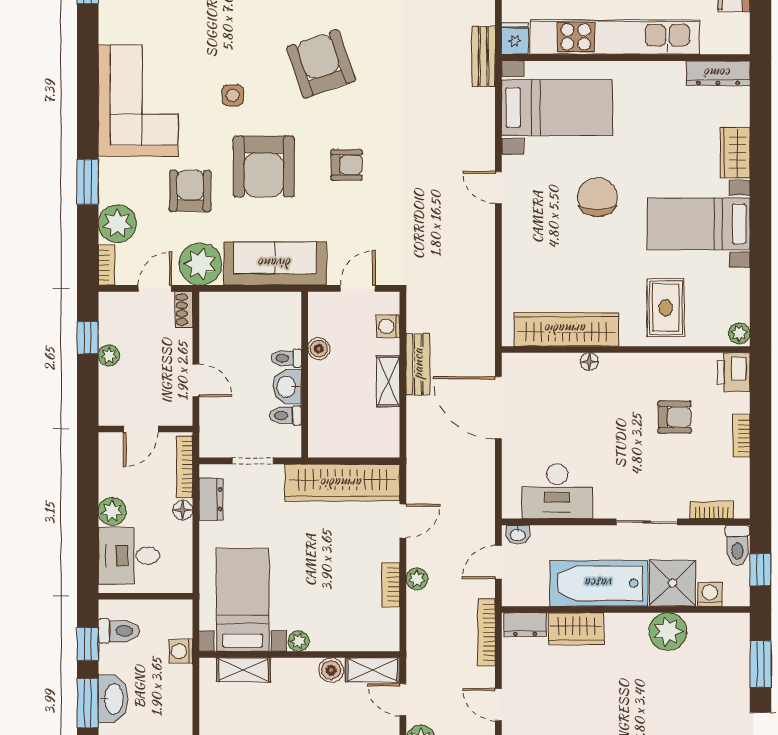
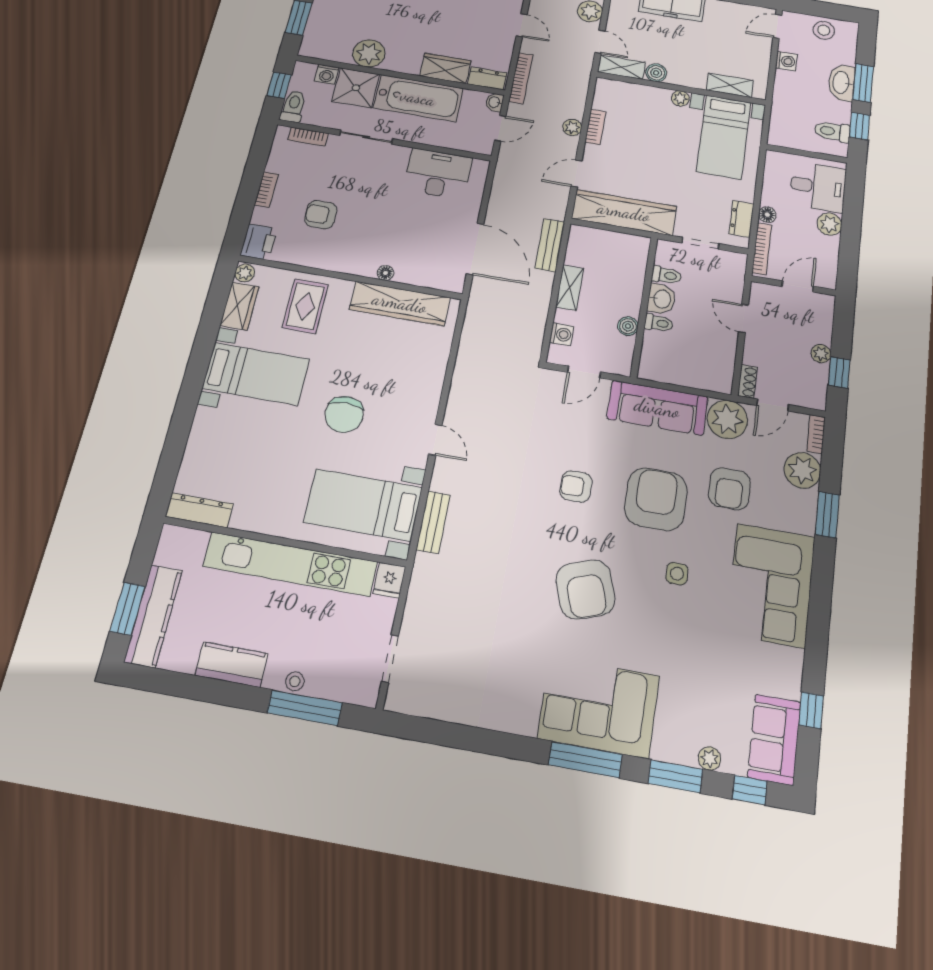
bench: (484, 56) -> (433, 522), moved
wardrobe: (735, 153) -> (239, 306), moved
bench: (418, 364) -> (550, 245), moved
washbasin: (518, 535) -> (495, 102), moved, turned -90
washing machine: (181, 651) -> (786, 61), moved

